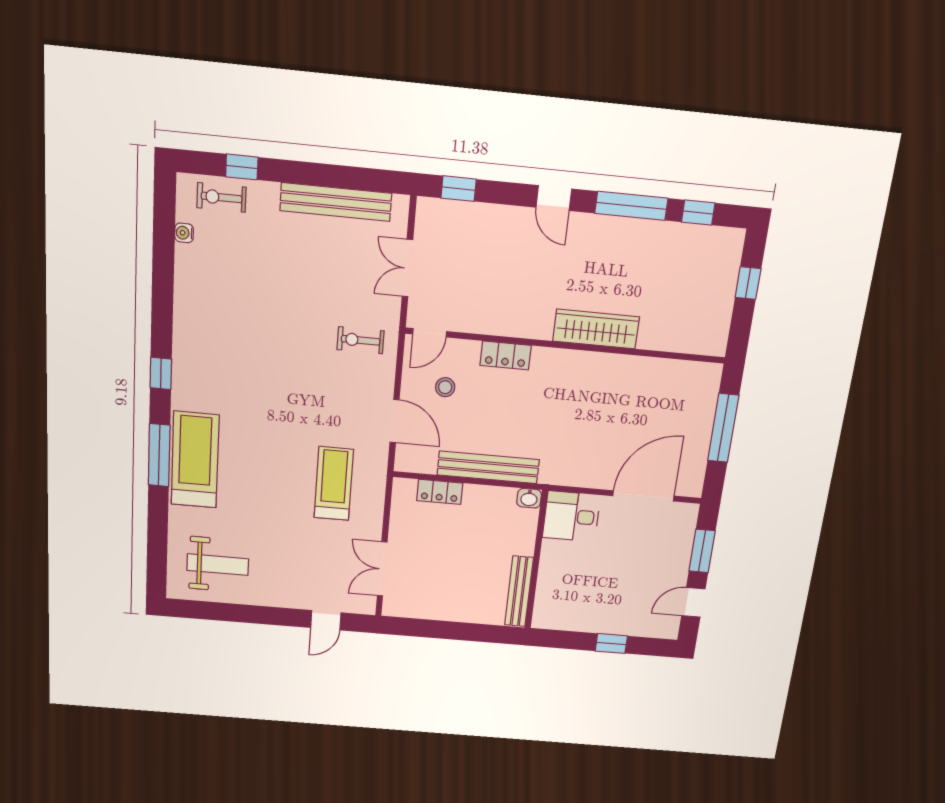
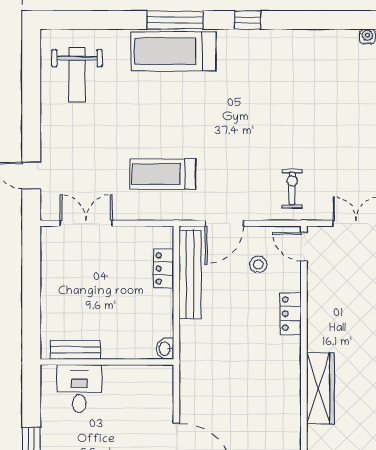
treadmill: (195, 460) -> (173, 51), turned 180
bench: (488, 467) -> (190, 274), moved
treadmill: (334, 484) -> (163, 174), turned 180
desk: (571, 516) -> (79, 389), moved
bench: (519, 591) -> (75, 350), width x0.73

